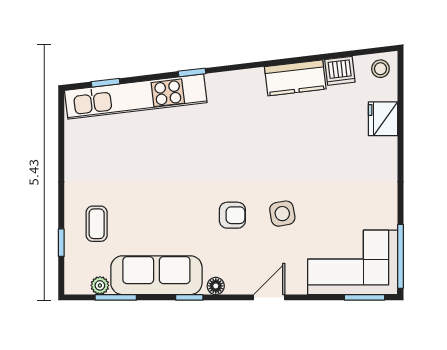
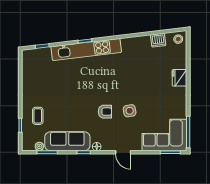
kitchen counter: (295, 78) -> (136, 44), removed
kitchen unit: (136, 97) -> (86, 49), moved
fridge: (383, 119) -> (179, 78), moved
door: (269, 297) -> (123, 152), swing flipped

